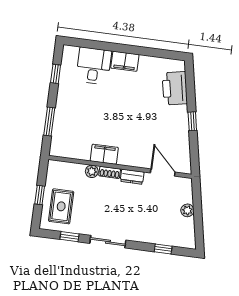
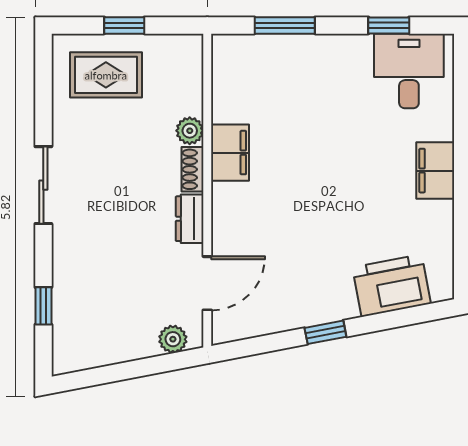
desk: (94, 66) -> (409, 71), moved, turned -90
plant: (187, 210) -> (173, 339), moved
window: (70, 237) -> (43, 101), removed

